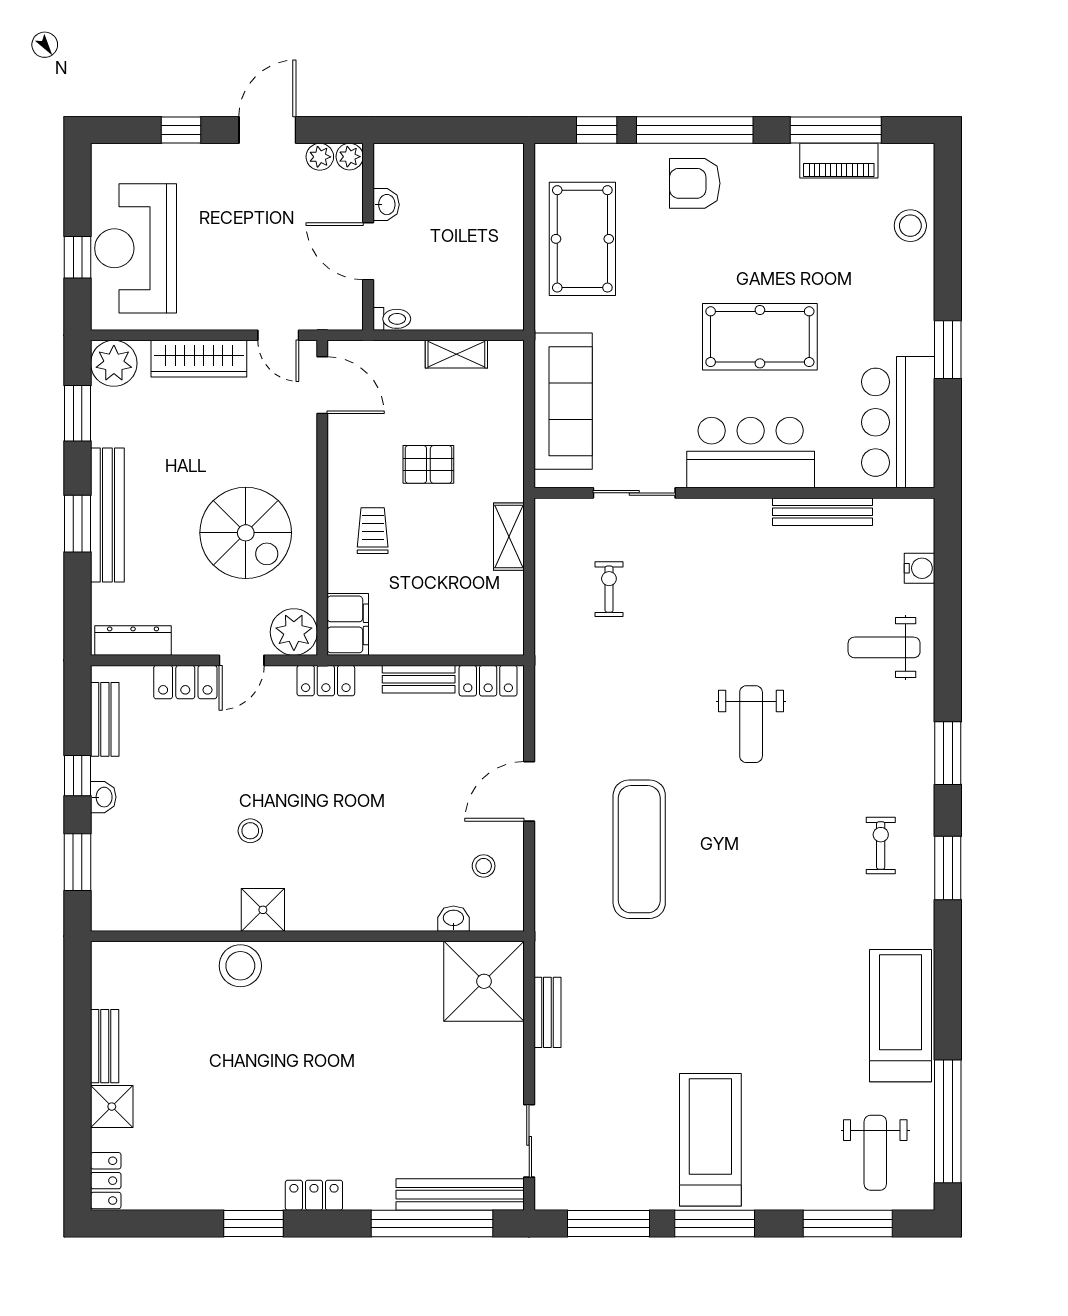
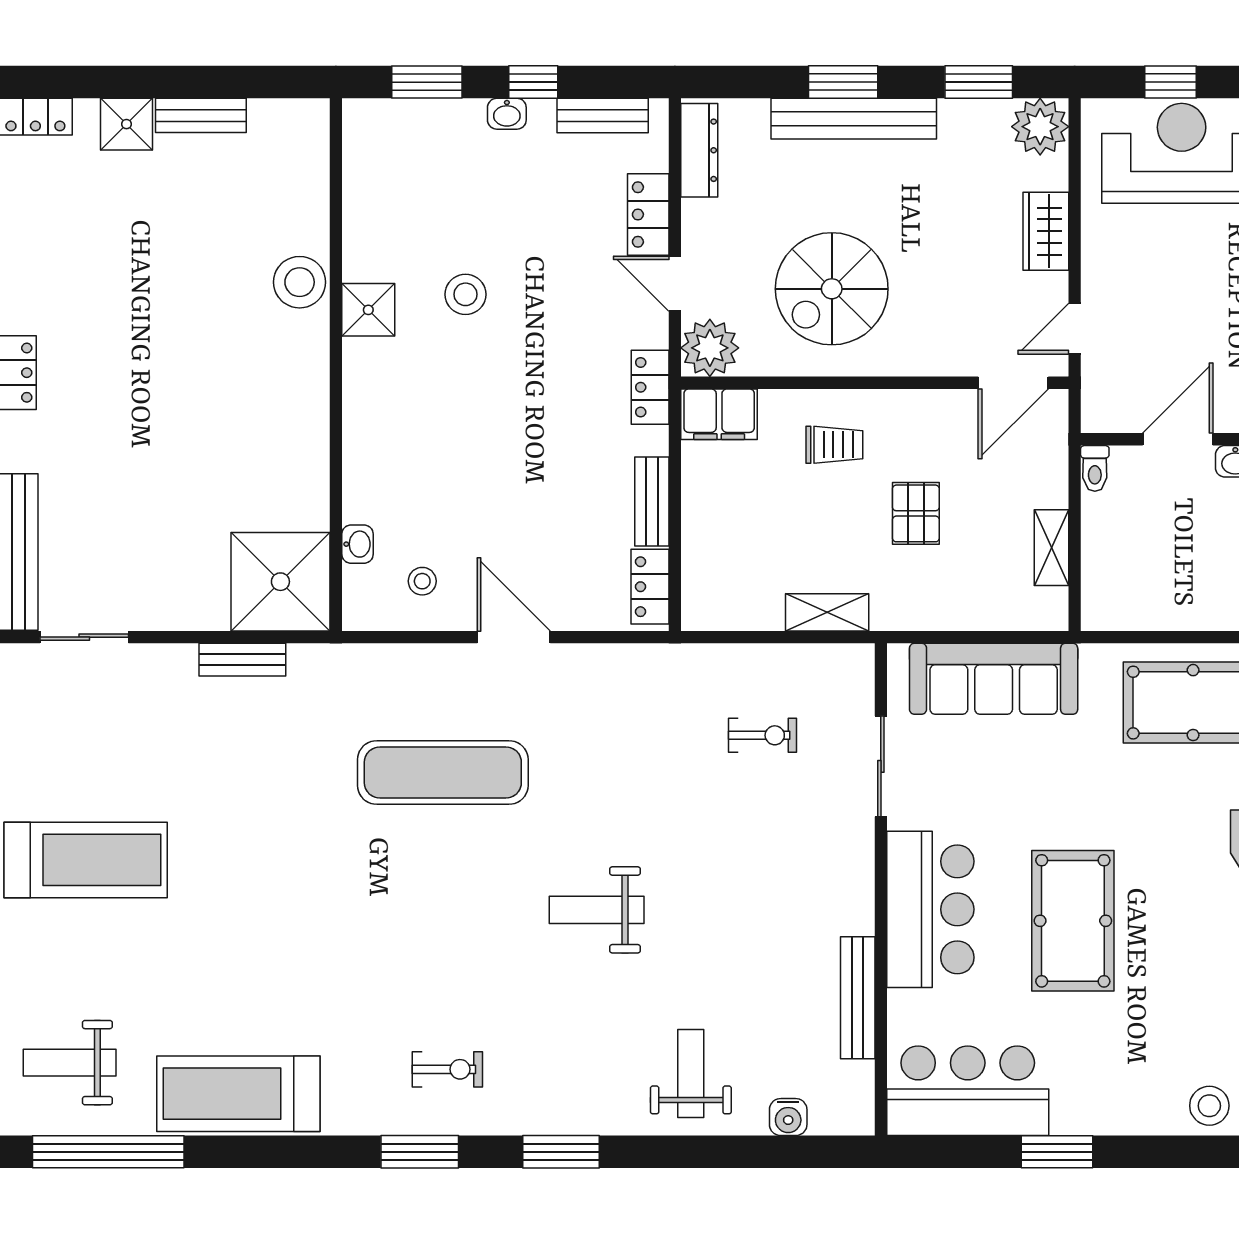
wardrobe: (199, 359) -> (1046, 231), width x0.67
stool: (250, 831) -> (465, 294), width x1.37, depth x1.37
treadmill: (901, 1016) -> (238, 1094), turned 180

